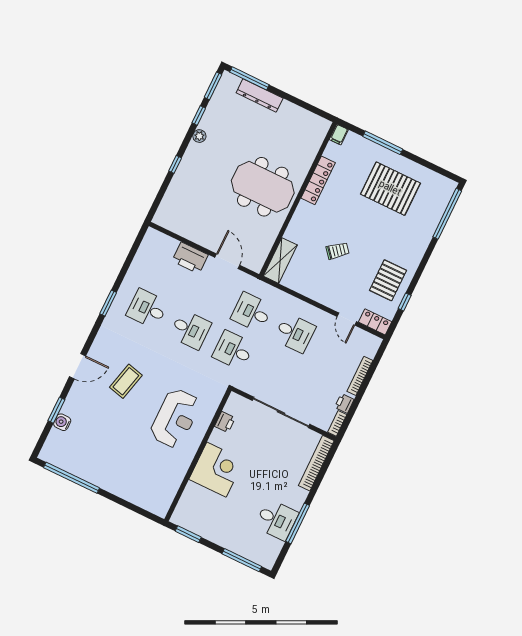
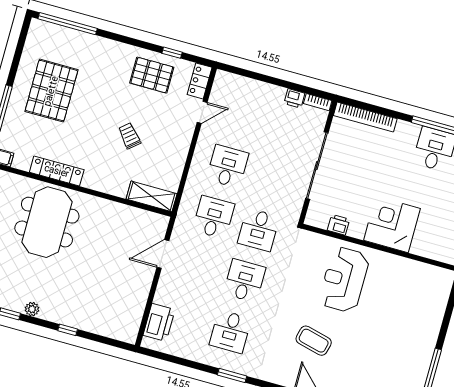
meeting table: (263, 187) -> (47, 222), moved
printer: (190, 258) -> (159, 322), moved
desk: (252, 312) -> (213, 217), turned 180
bookcase: (360, 376) -> (261, 87), removed
reception desk: (175, 418) -> (344, 280), turned -90

